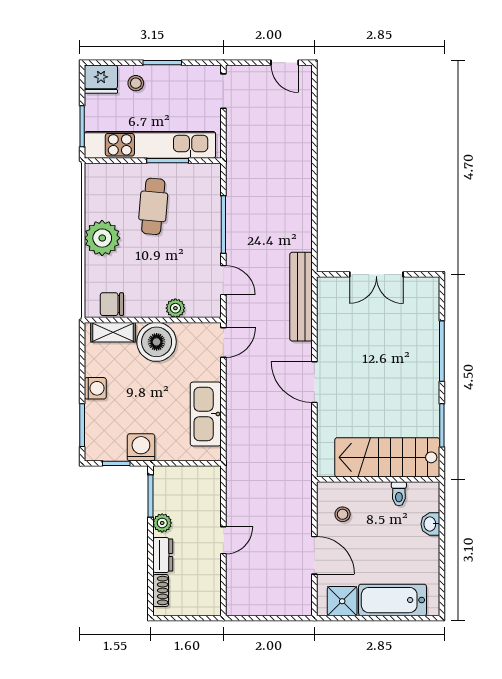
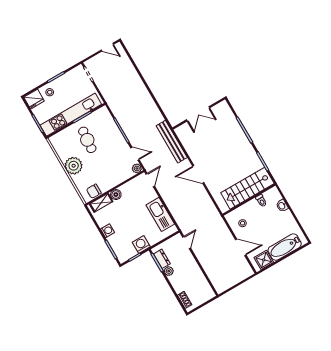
plant: (175, 308) -> (137, 168), moved
boiler: (157, 342) -> (116, 195), width x0.54, depth x0.54
door: (223, 540) -> (187, 243), moved
dresser: (163, 555) -> (162, 259), moved

